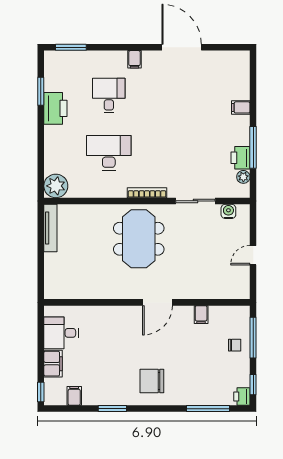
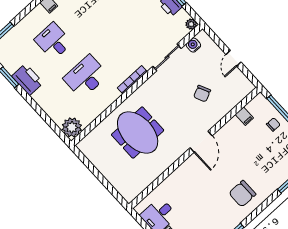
plant: (243, 177) -> (191, 24), moved
tv unit: (50, 228) -> (92, 157), removed
meeting table: (139, 239) -> (138, 133), moved
chair: (197, 261) -> (202, 94), added
filing cabinet: (201, 315) -> (244, 116), moved

